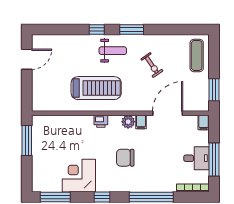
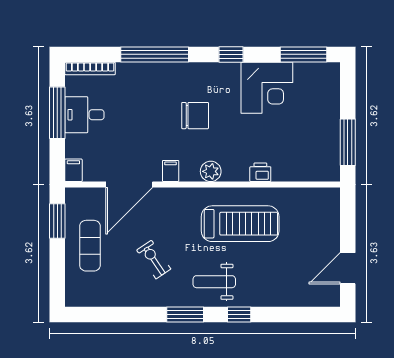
exercise mat: (197, 55) -> (90, 246), moved
treadmill: (96, 88) -> (240, 224), turned 180
printer: (101, 121) -> (260, 172), moved
plant: (128, 122) -> (211, 171), moved

